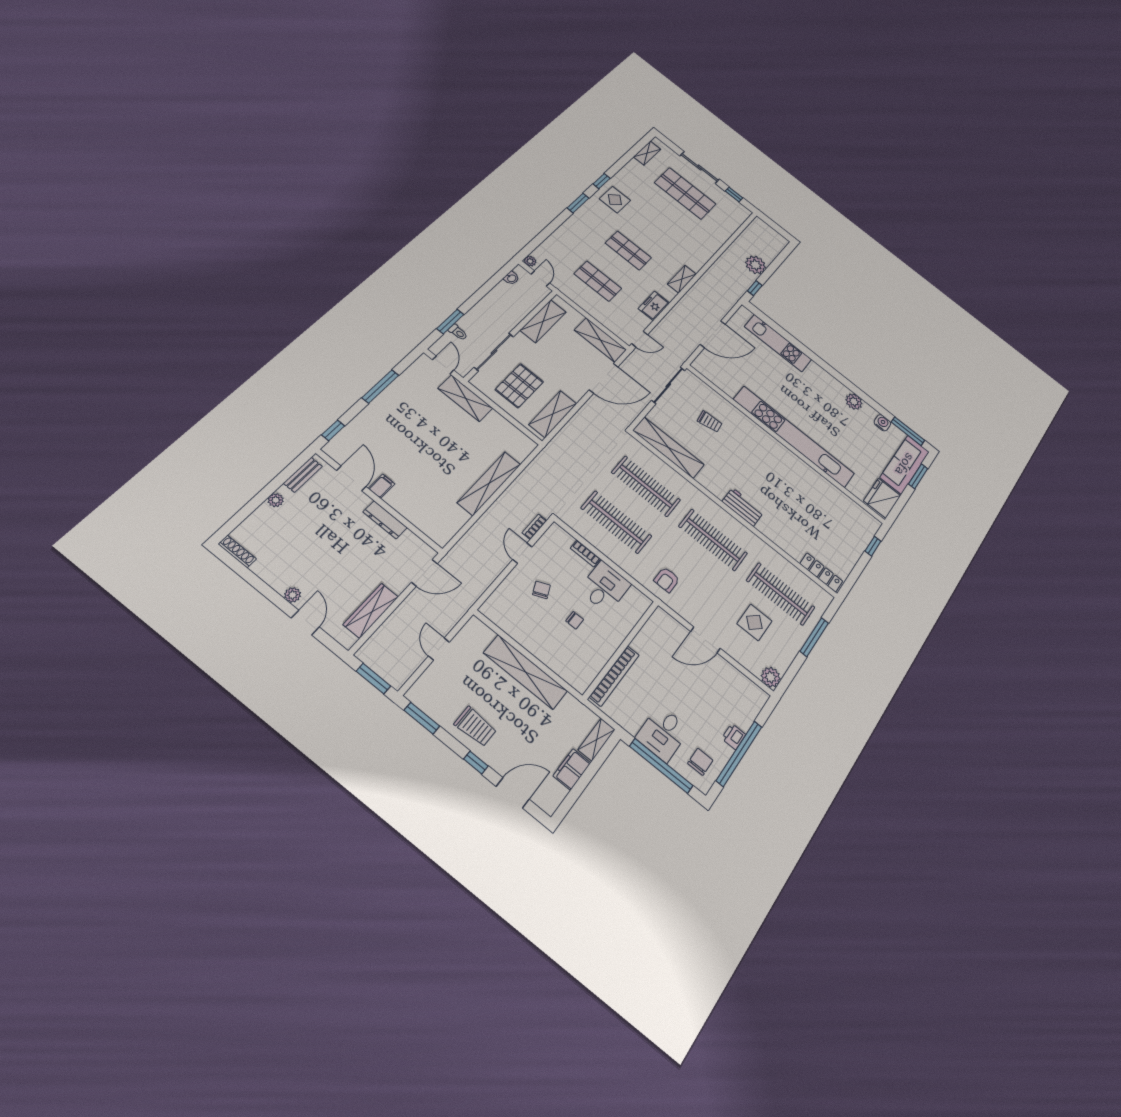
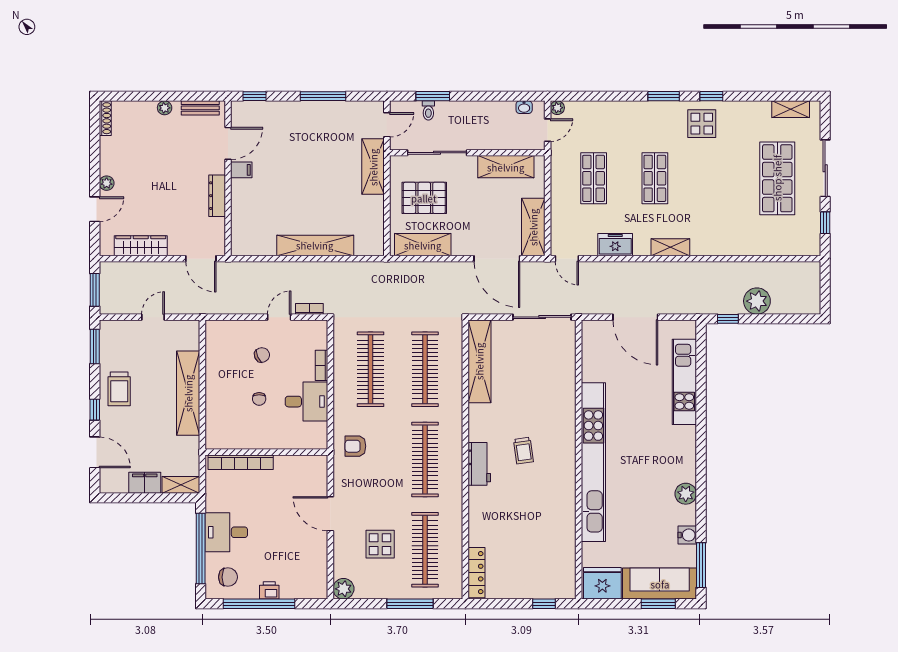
trolley: (710, 422) -> (523, 451), moved

